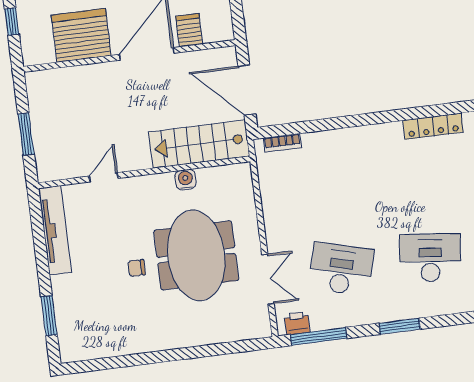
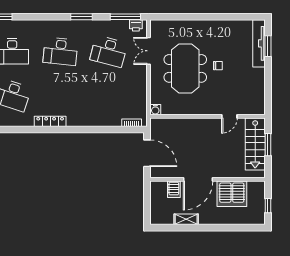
stairs: (199, 144) -> (255, 144), moved, turned 90
water cooler: (185, 180) -> (155, 110), moved
tv unit: (55, 230) -> (259, 43), moved

